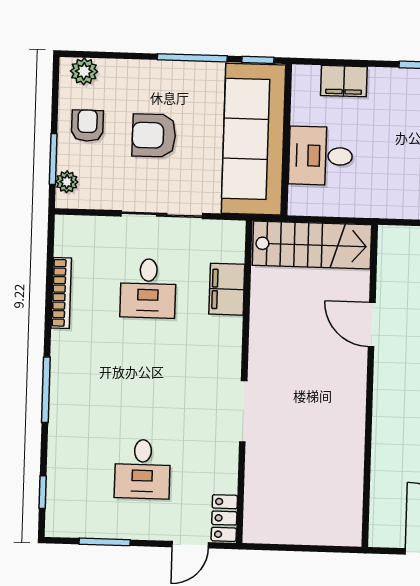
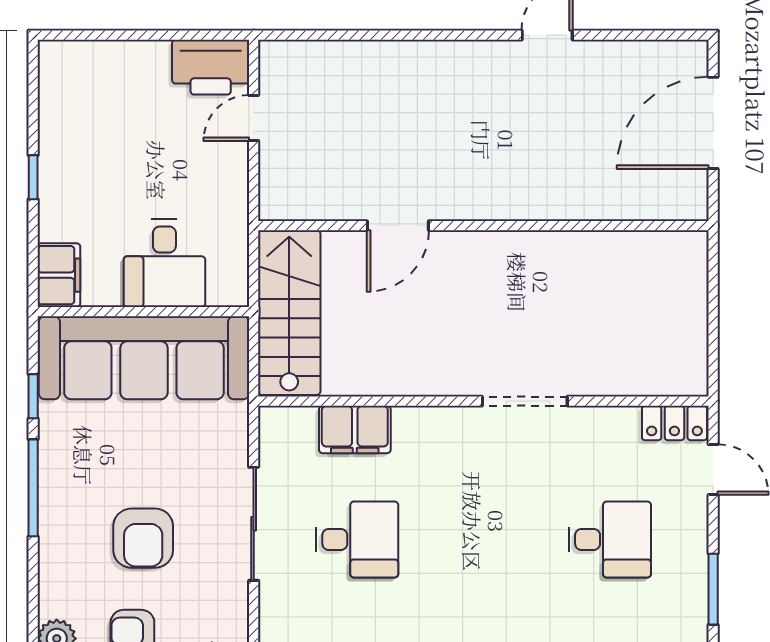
sofa: (253, 139) -> (144, 358), moved
wall: (287, 140) -> (143, 312), moved
desk: (321, 156) -> (164, 263), moved

